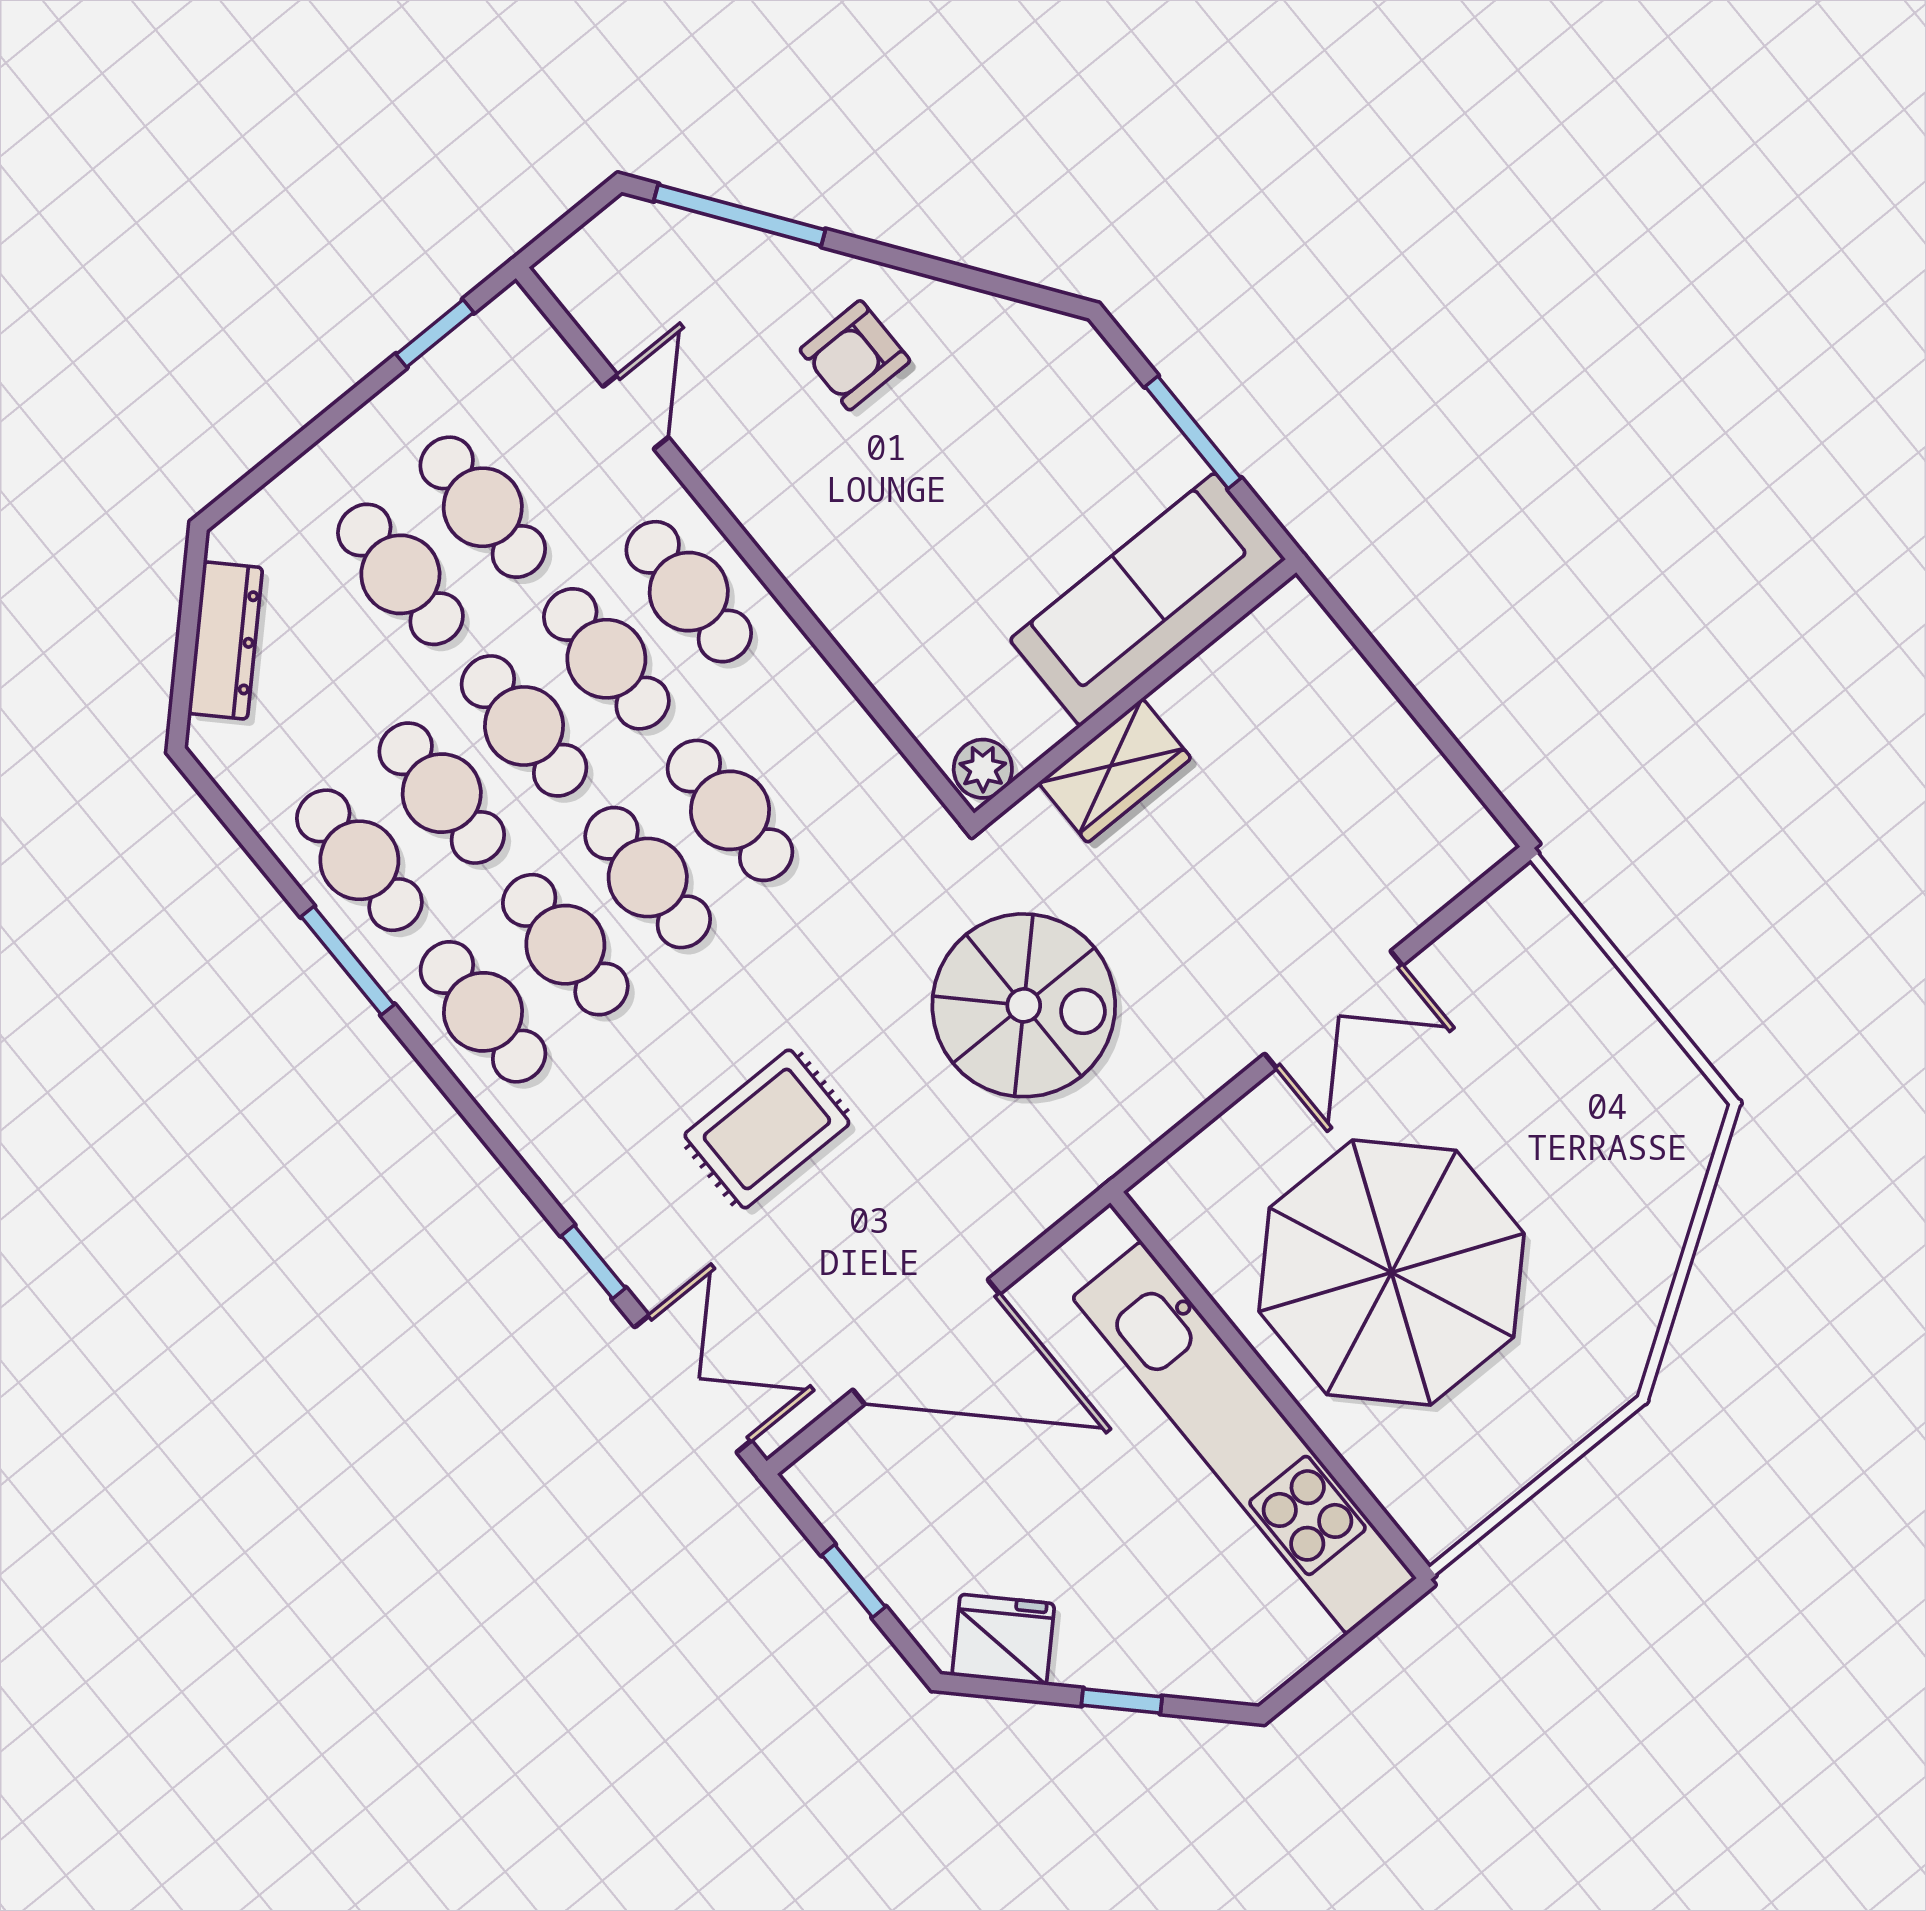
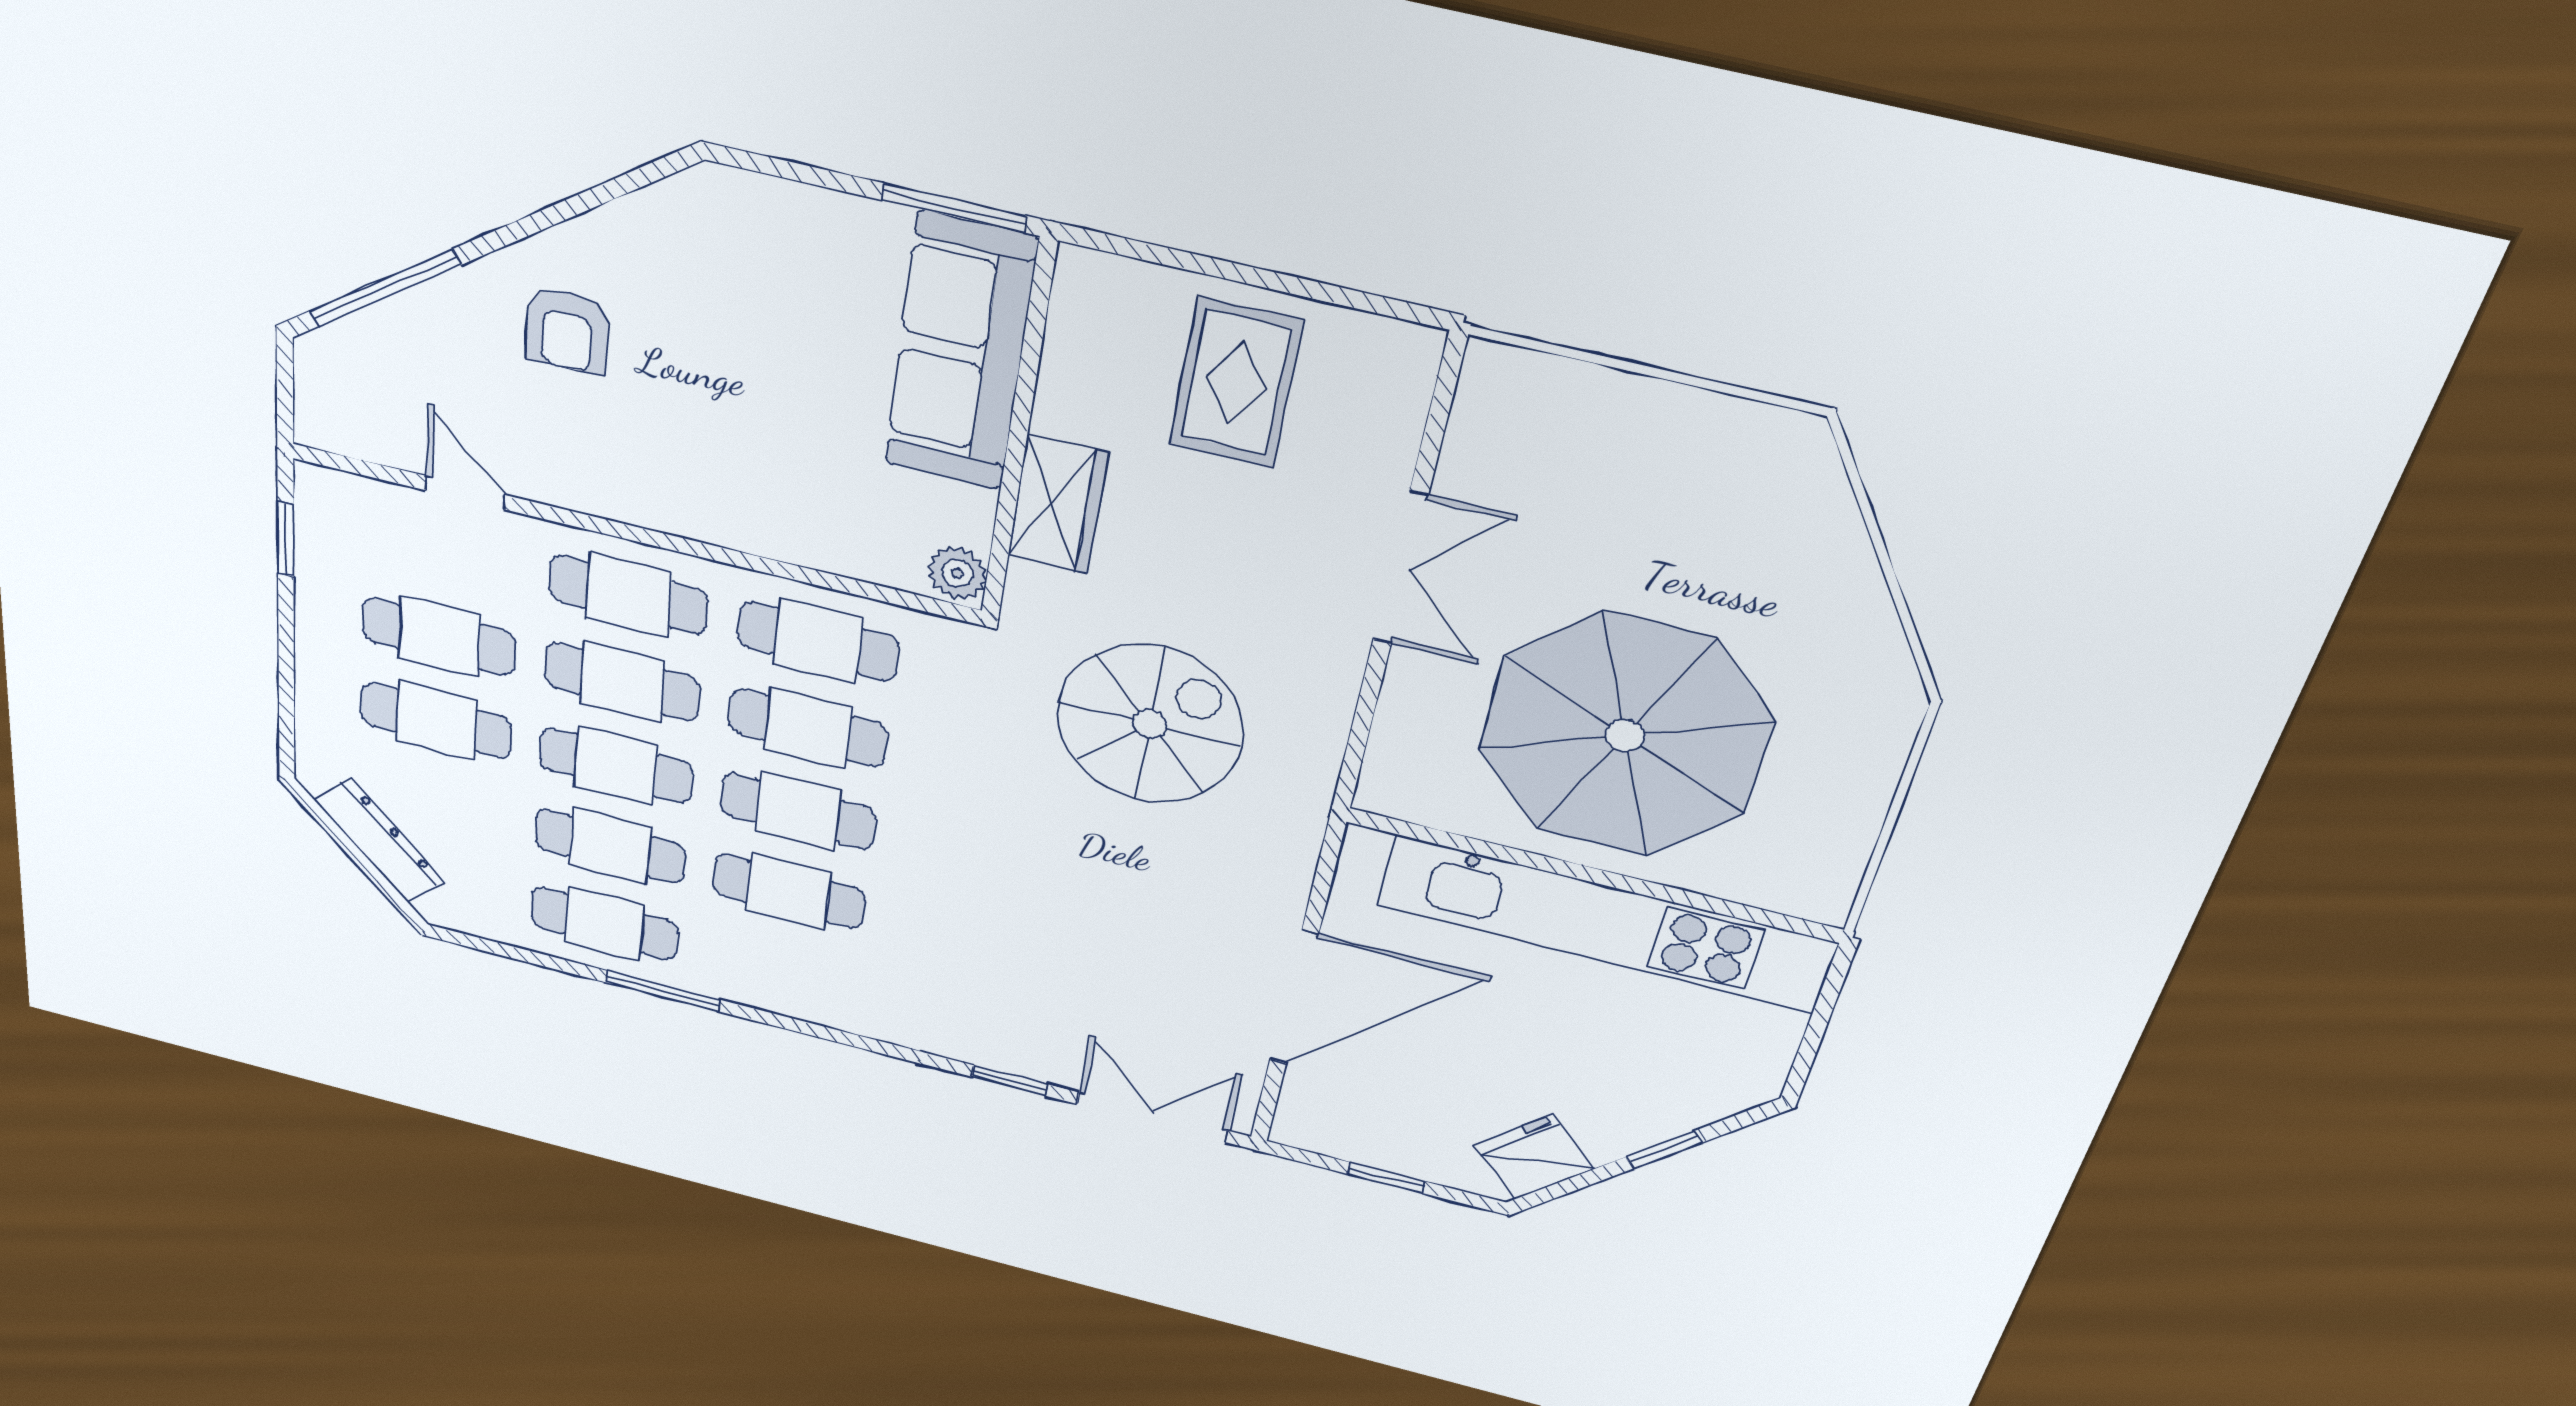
window: (1193, 432) -> (954, 208), moved
cafe table: (483, 1012) -> (818, 641), moved
rug: (767, 1129) -> (1236, 383), moved

